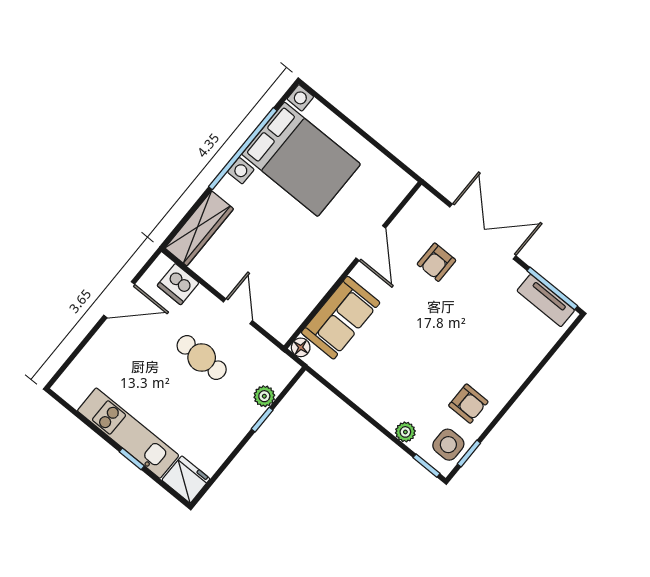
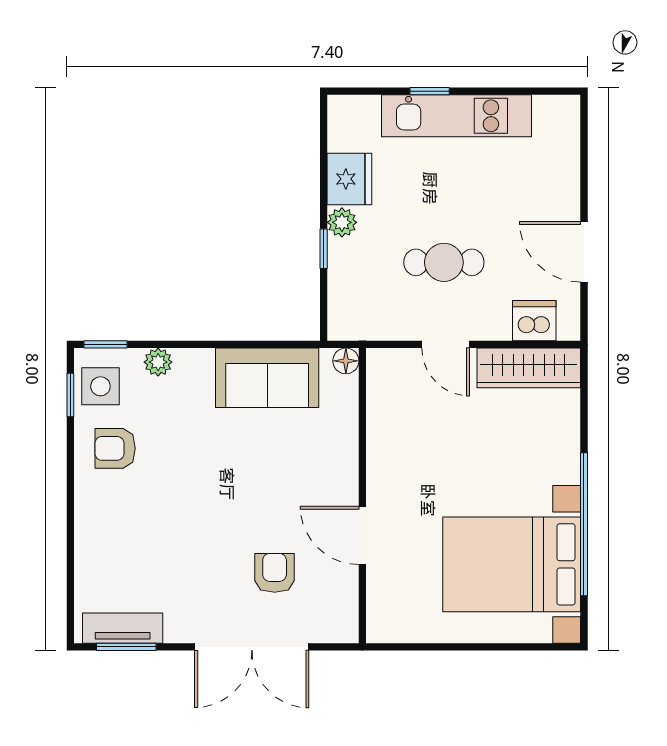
wardrobe: (199, 228) -> (529, 368), moved, turned -90
window: (552, 288) -> (126, 647), width x0.69
door: (119, 300) -> (584, 252), hinge flipped
sofa: (341, 318) -> (267, 378), moved, turned -90
plant: (264, 396) -> (342, 222), moved
fridge: (186, 479) -> (349, 179), moved, turned -90

